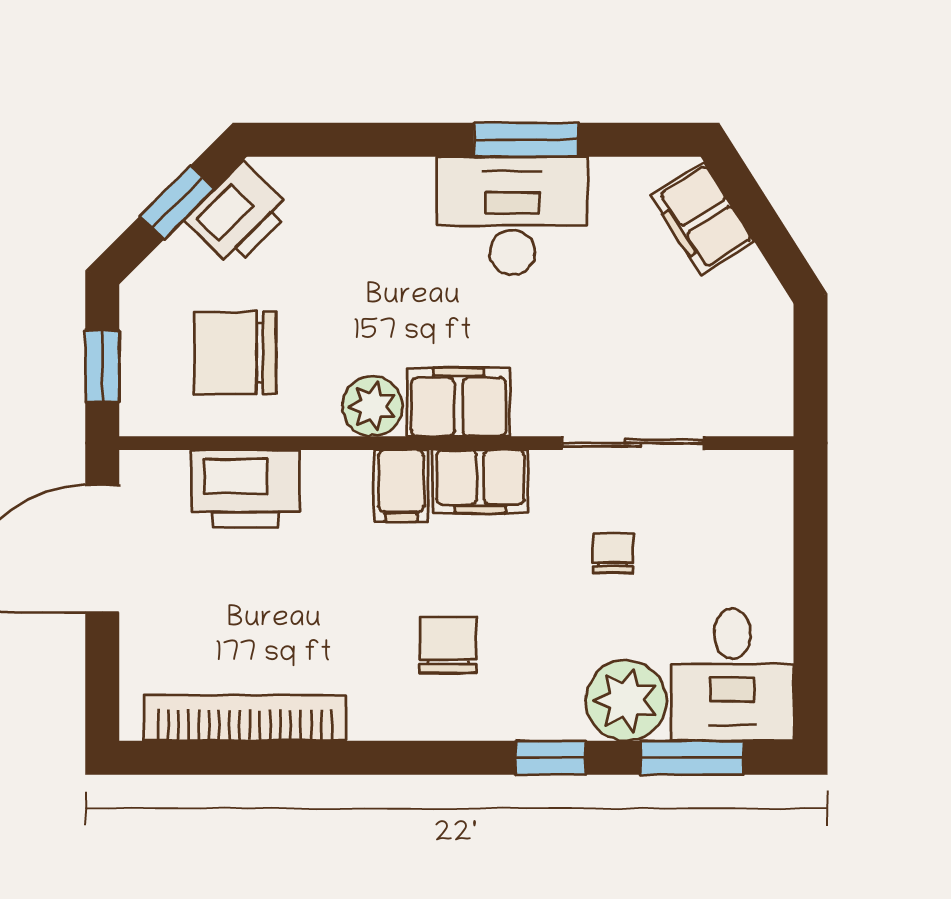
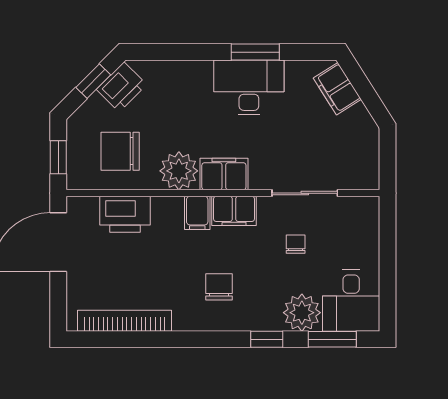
plant: (372, 406) -> (179, 171), width x1.36, depth x1.36

